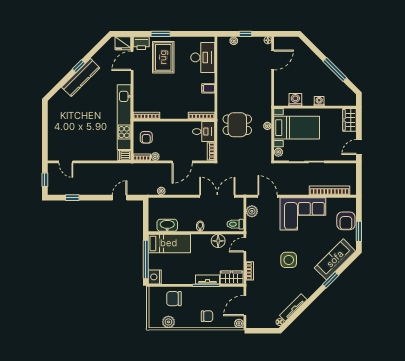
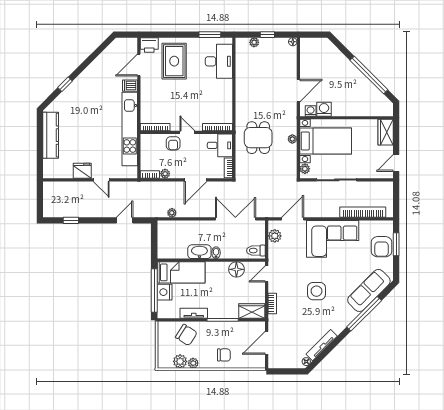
window: (161, 34) -> (210, 35), moved
fridge: (123, 43) -> (82, 171), moved, turned 180
door: (273, 60) -> (298, 91), moved
window: (79, 66) -> (65, 84), moved
window: (335, 69) -> (369, 75), width x1.46
kitchen counter: (81, 78) -> (51, 135), moved, turned -45
filing cabinet: (208, 88) -> (225, 96), removed
washing machine: (319, 101) -> (311, 111), moved
door: (175, 120) -> (187, 132), added
dining table: (237, 125) -> (258, 138), turned 90
armchair: (146, 137) -> (173, 143), moved
dishwasher: (124, 156) -> (130, 86), moved
door: (66, 162) -> (101, 180), moved
window: (45, 180) -> (40, 200), removed
door: (268, 196) -> (293, 219), hinge flipped
washbasin: (167, 225) -> (199, 252), moved
window: (359, 231) -> (396, 244), moved
nightstand: (155, 277) -> (165, 292), moved
tv unit: (208, 279) -> (194, 313), moved
window: (331, 280) -> (364, 314), width x2.11
chair: (174, 299) -> (186, 335), turned -147
plant: (239, 323) -> (193, 363), moved

